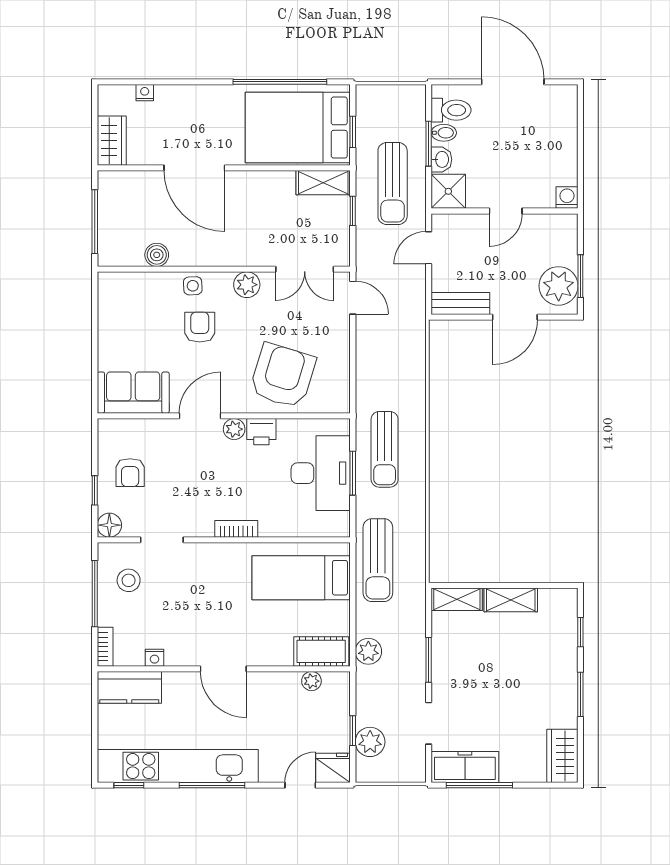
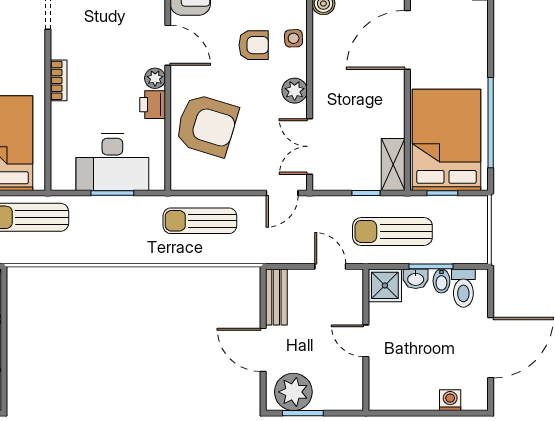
washing machine: (567, 198) -> (450, 400), moved, turned -90
sun lounger: (385, 449) -> (200, 221), moved

